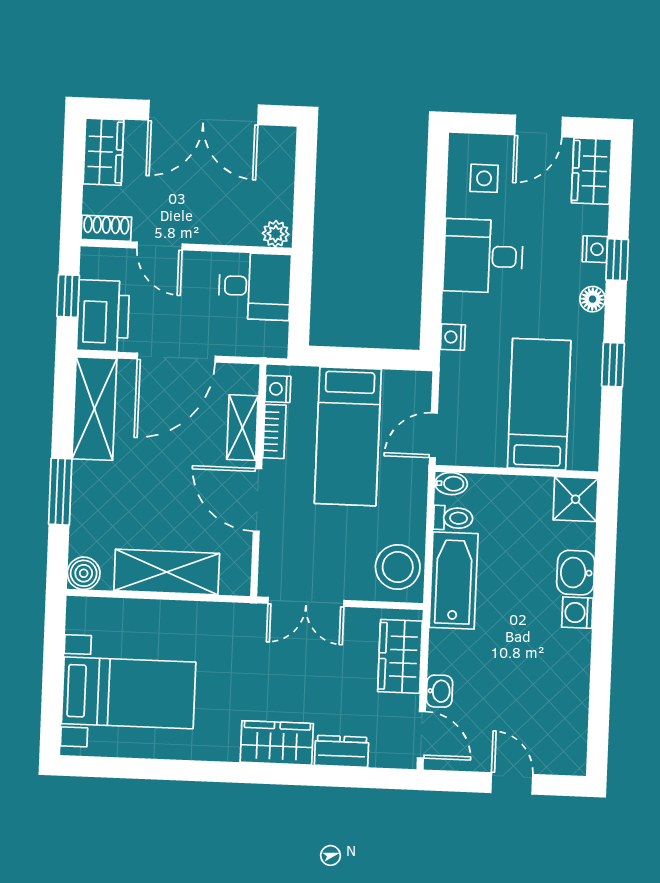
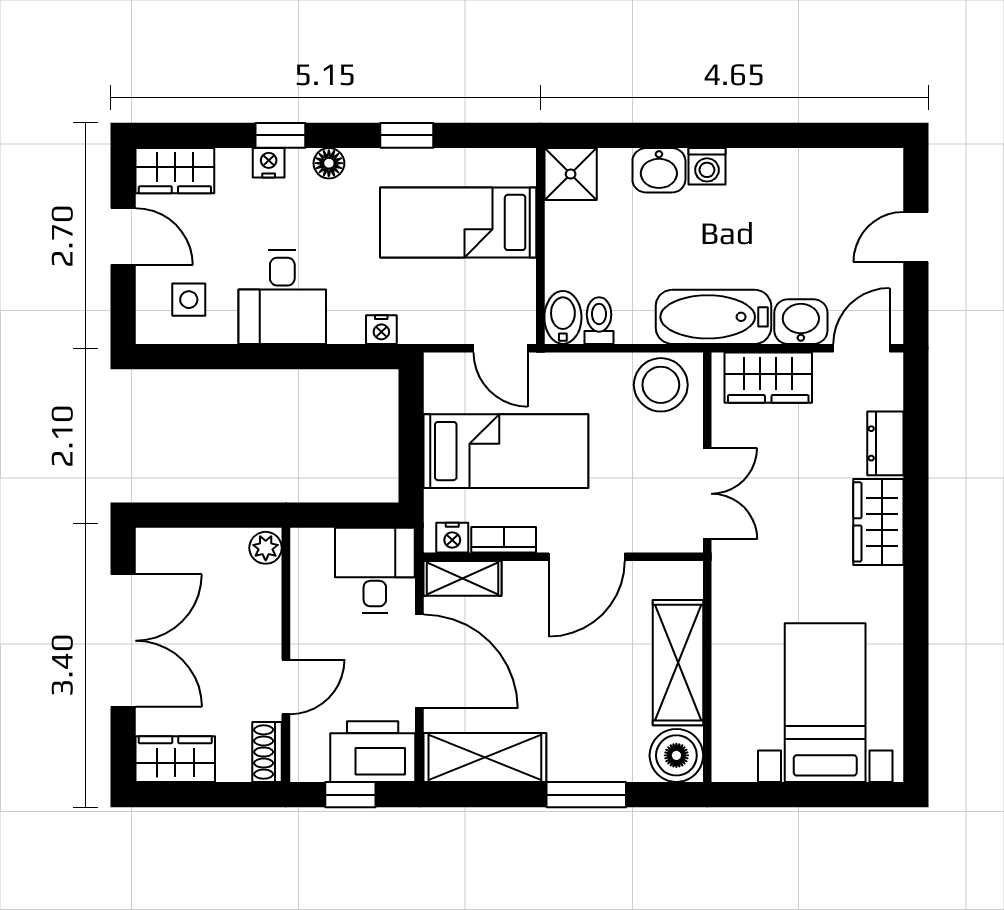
desk: (255, 286) -> (375, 570), moved
shelving: (242, 428) -> (462, 578), moved
bidet: (451, 484) -> (563, 317), width x1.38, depth x1.36
boiler: (84, 573) -> (676, 755), width x1.36, depth x1.36
bathtub: (454, 581) -> (713, 317), moved
washbasin: (439, 691) -> (801, 322), width x1.38, depth x1.45

